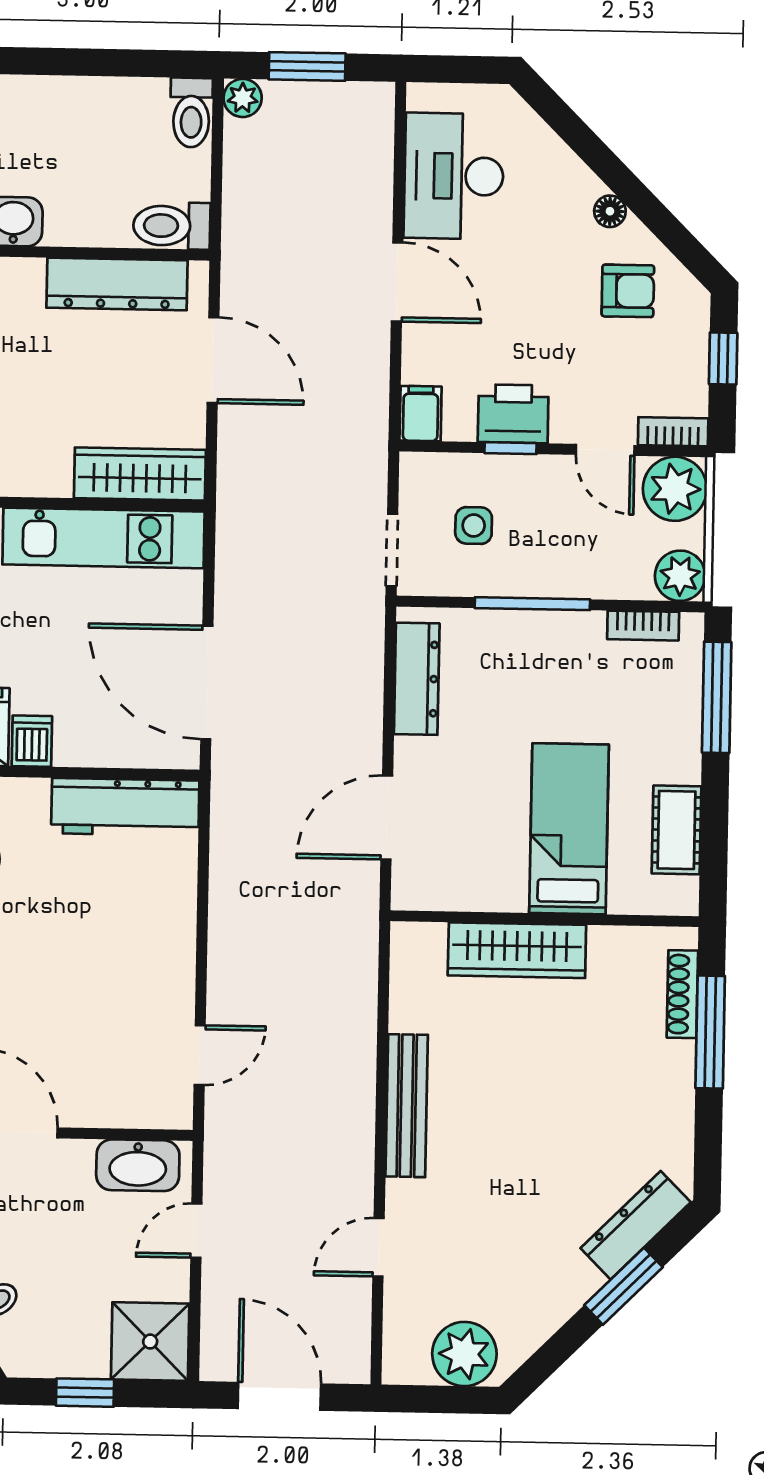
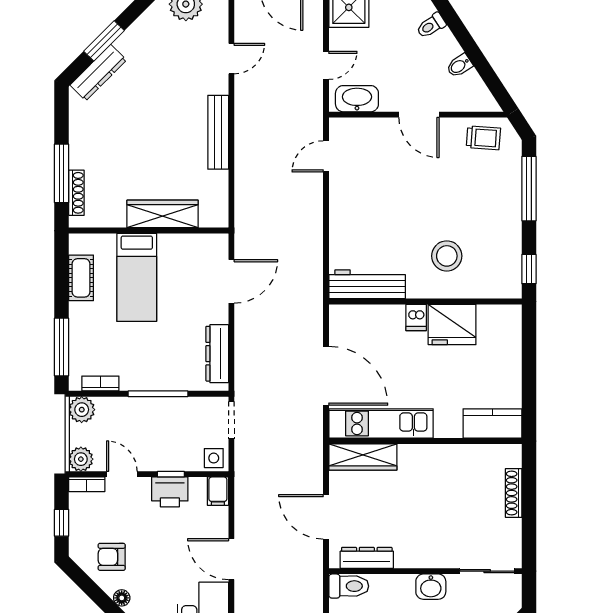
dresser: (117, 284) -> (367, 558), width x0.73, depth x0.80
plant: (675, 489) -> (81, 459), width x0.73, depth x0.73
side table: (474, 525) -> (214, 458), moved
door: (207, 683) -> (326, 376), moved

